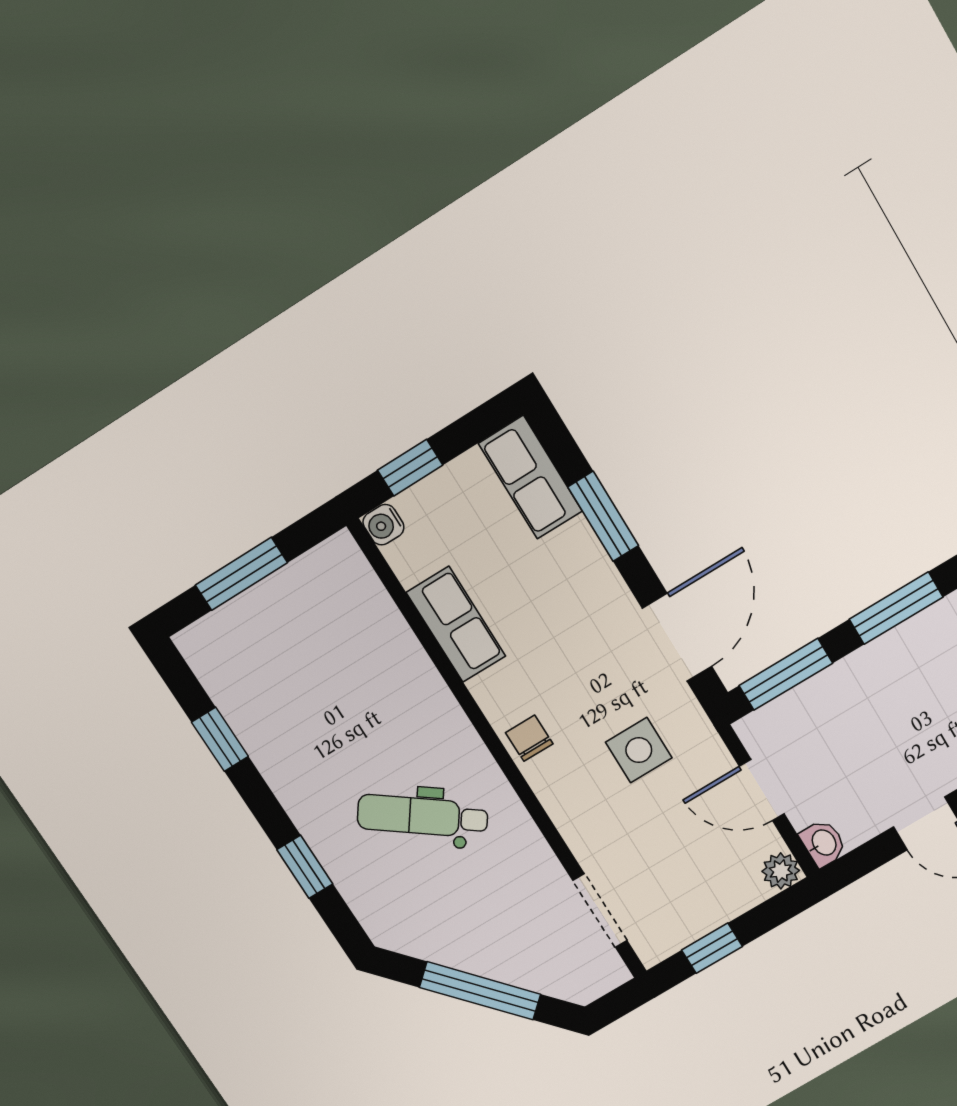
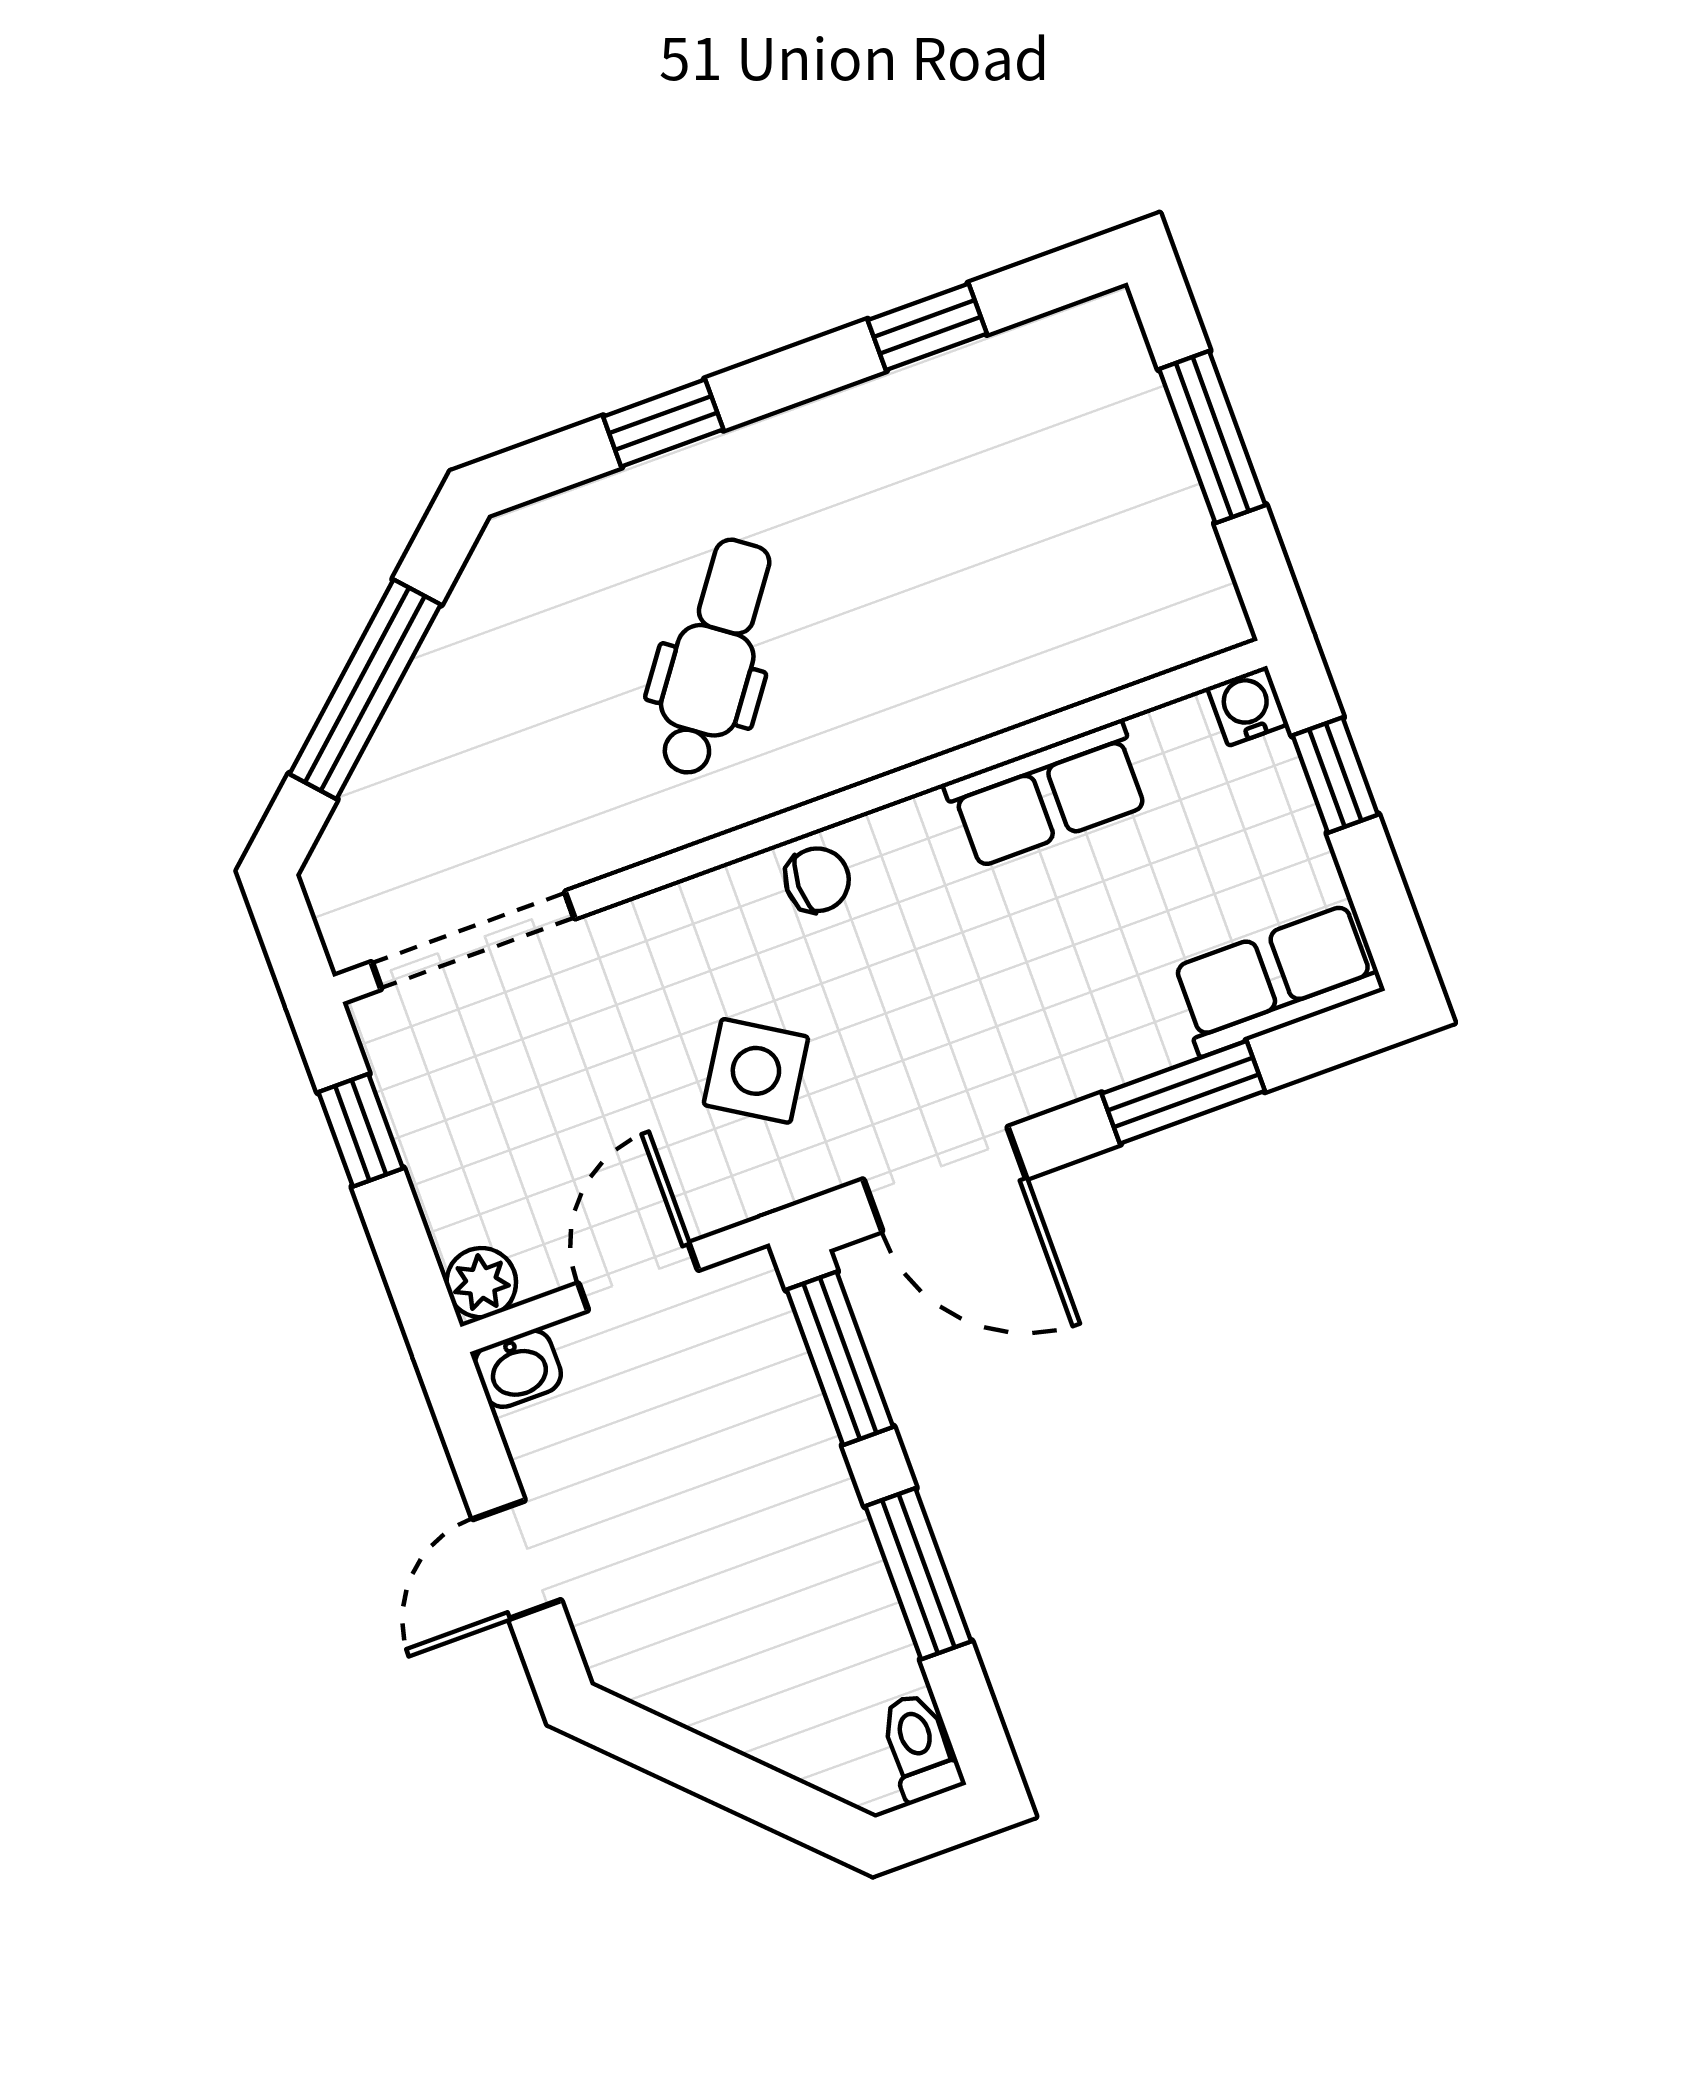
side table: (639, 750) -> (756, 1071), turned 32
doorway: (600, 911) -> (473, 940), width x1.38

